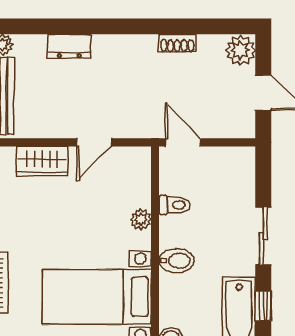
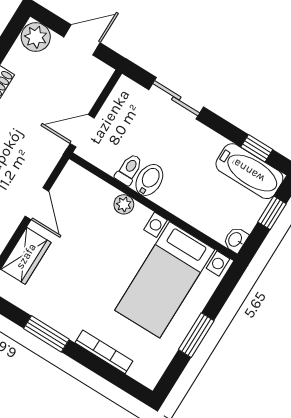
sliding door: (263, 236) -> (176, 98), moved
bidet: (176, 261) -> (149, 180), moved

